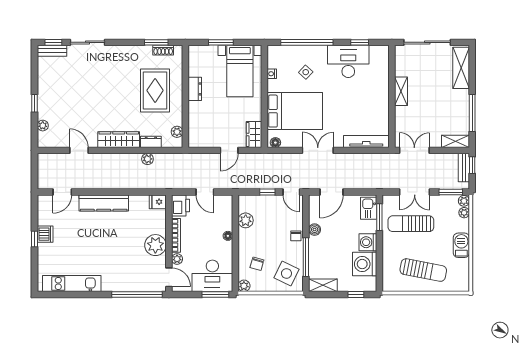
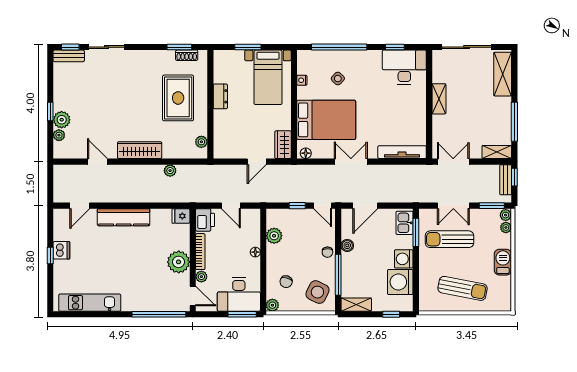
desk: (348, 61) -> (404, 67), moved
plant: (45, 111) -> (62, 120), added
dresser: (151, 142) -> (174, 152), removed

